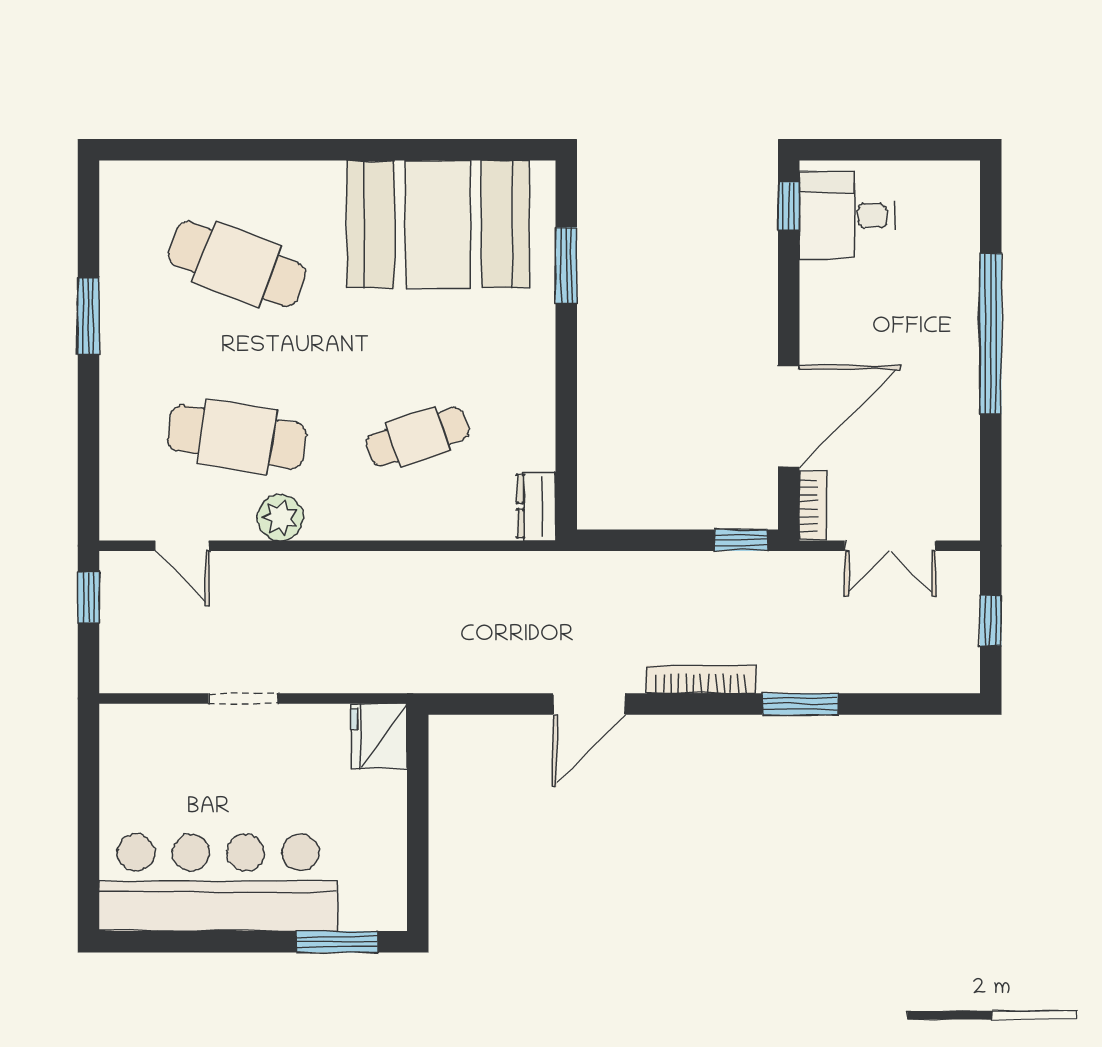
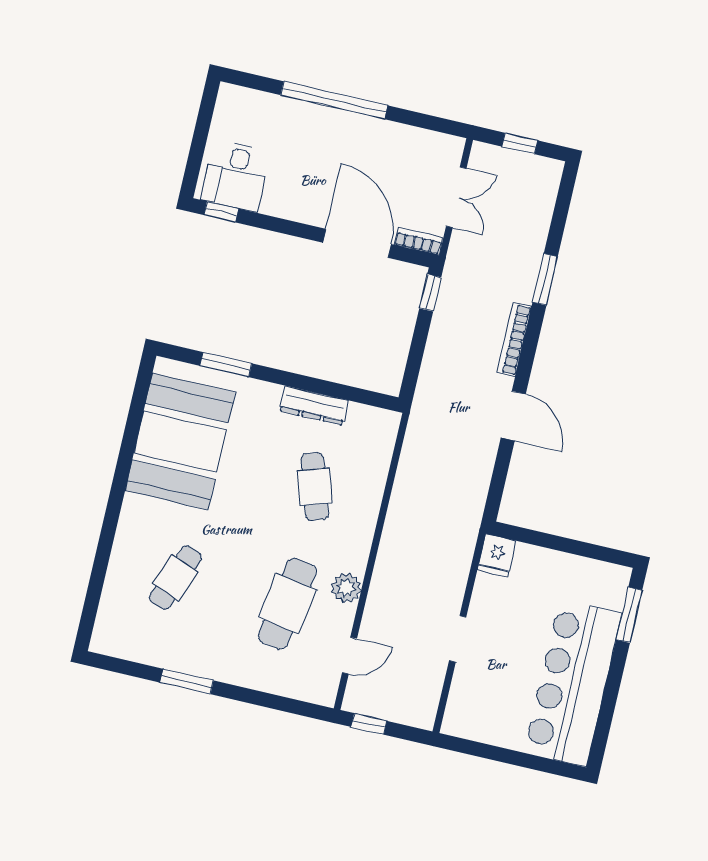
cafe table: (237, 264) -> (176, 578), width x0.73, depth x0.74
dresser: (536, 506) -> (314, 406), moved, width x1.44
fridge: (379, 736) -> (497, 555), width x0.72

